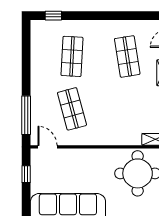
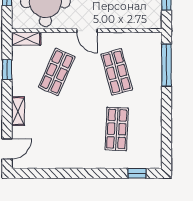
shop shelf: (127, 56) -> (57, 72), moved, turned 33
door: (47, 147) -> (87, 31), moved

